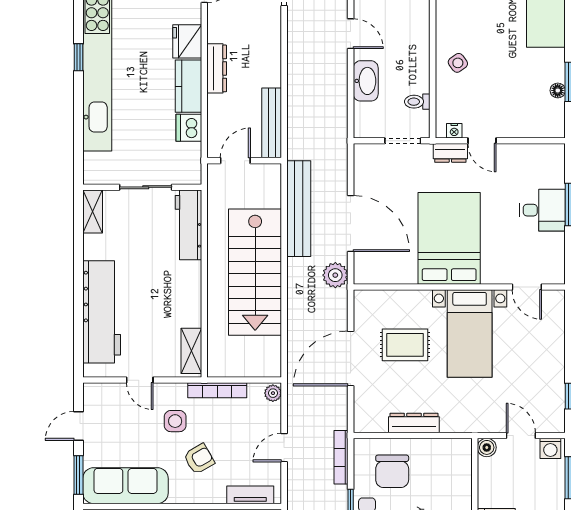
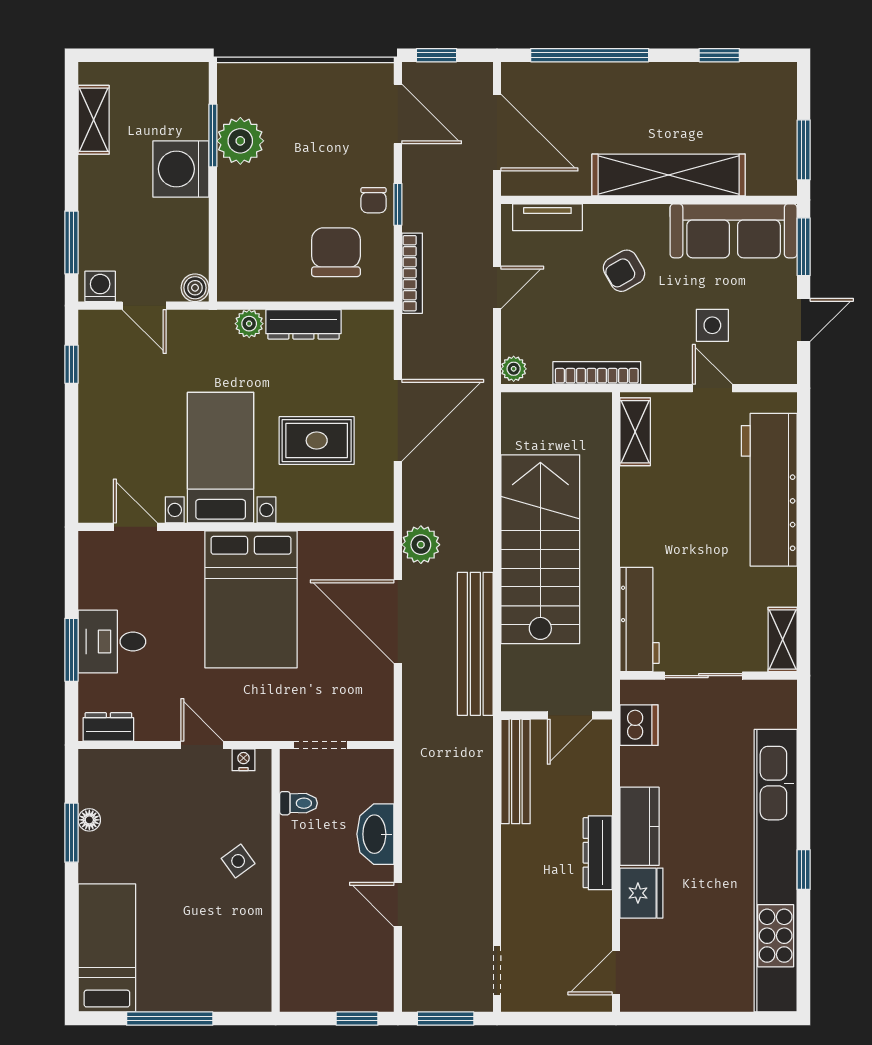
dishwasher: (189, 128) -> (639, 725), moved
dresser: (450, 153) -> (108, 727), moved
side table: (175, 421) -> (712, 325), moved
plant: (450, 423) -> (249, 324), added

